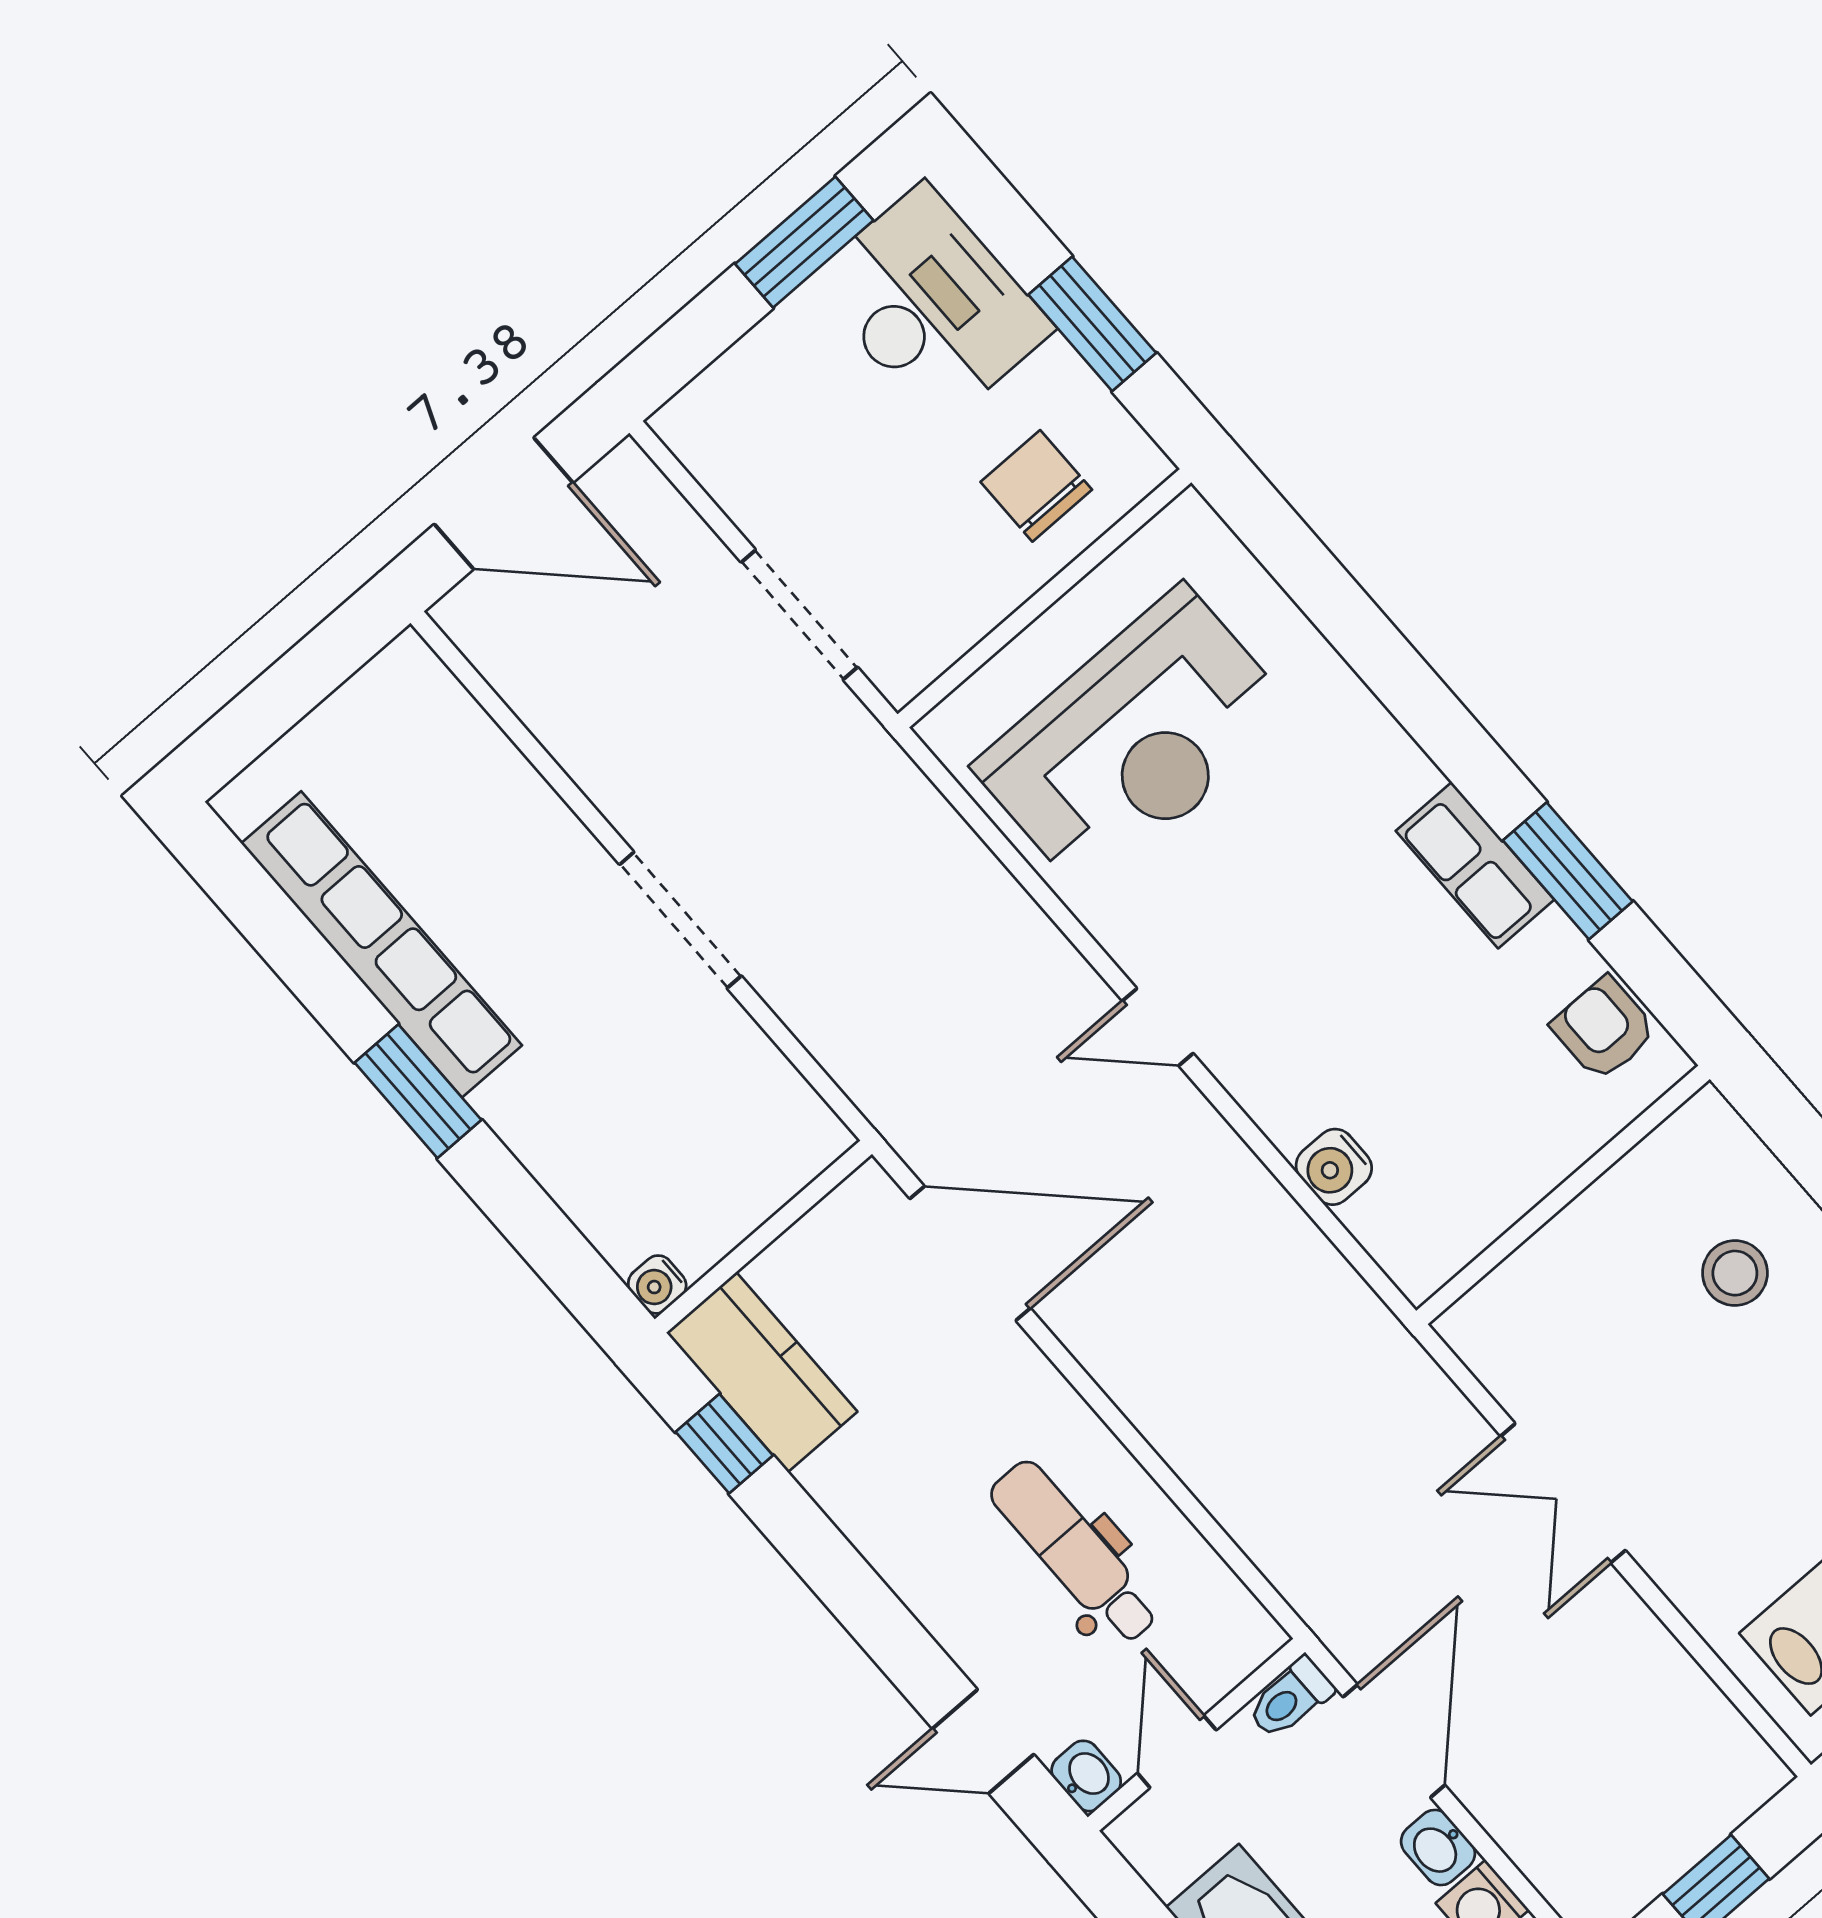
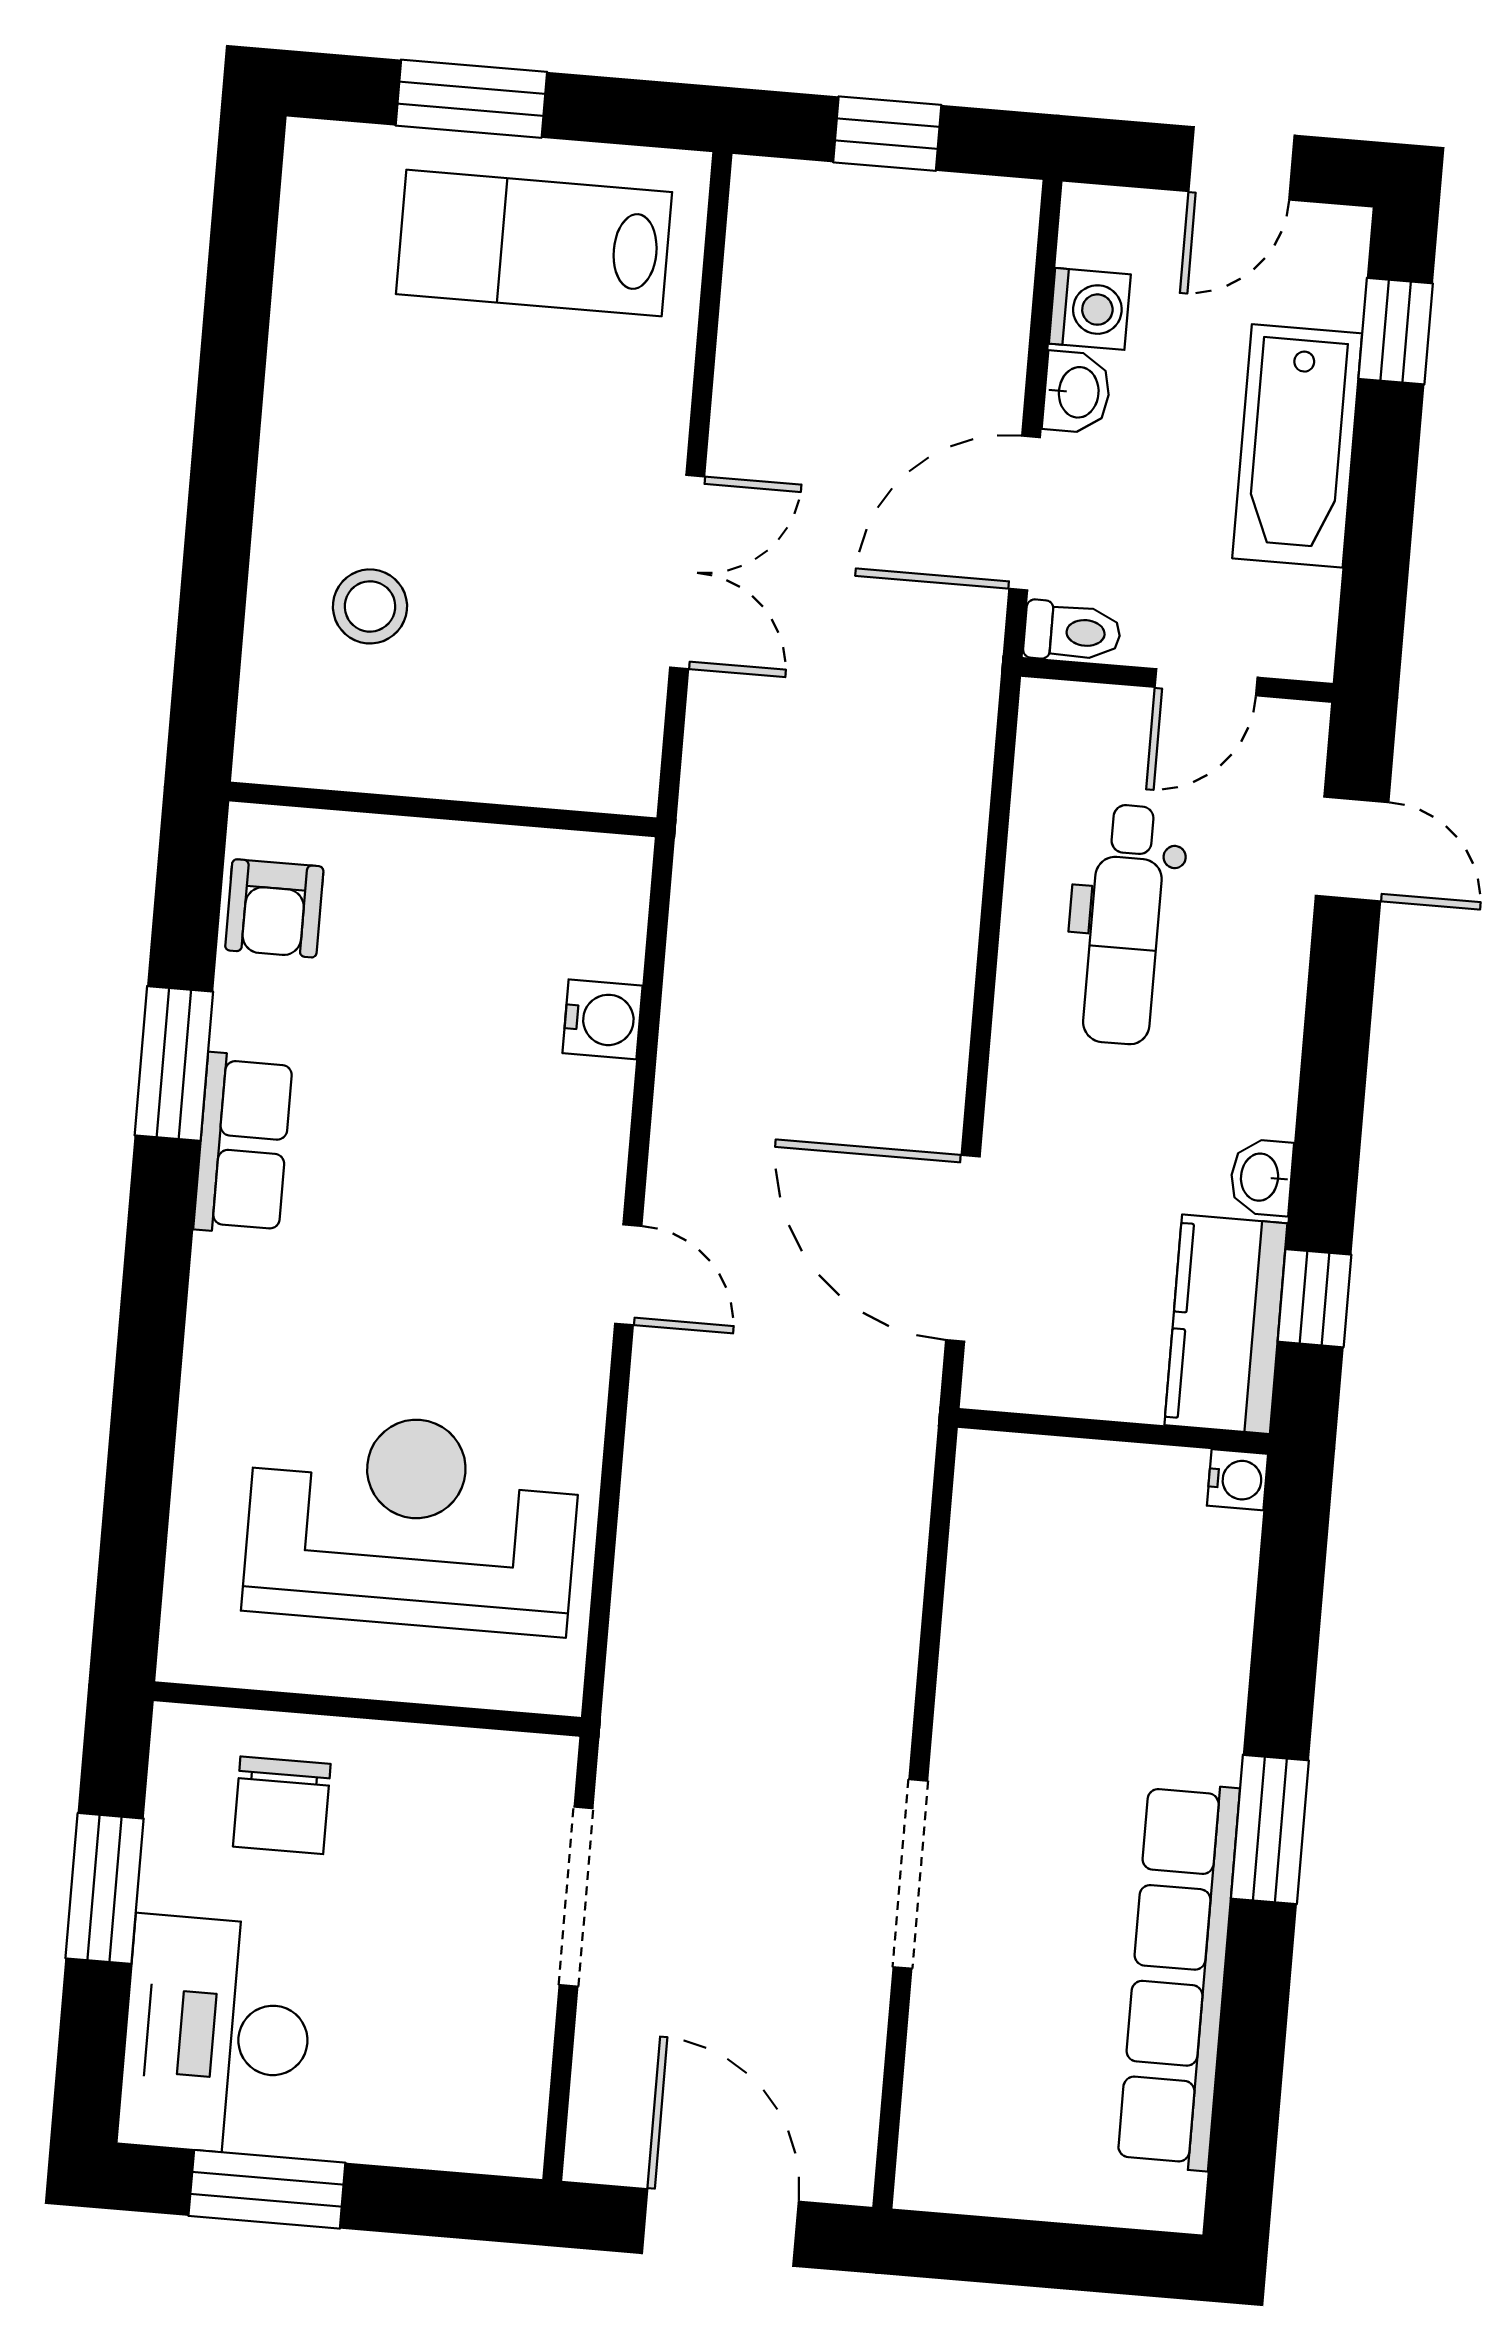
doorway: (680, 920) -> (910, 1874), moved
washbasin: (1086, 1776) -> (1261, 1177), moved

